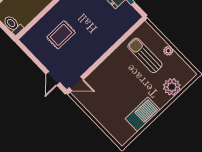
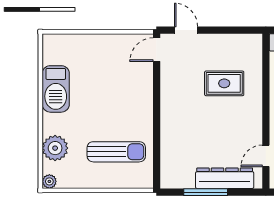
rug: (61, 35) -> (224, 83), turned 90
plant: (168, 51) -> (49, 181), moved

